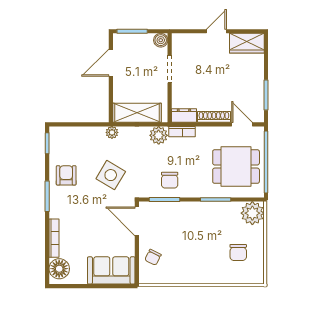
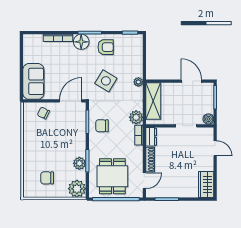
door: (216, 31) -> (215, 148), moved
plant: (219, 210) -> (79, 163), added
floor lamp: (59, 269) -> (81, 42), moved

